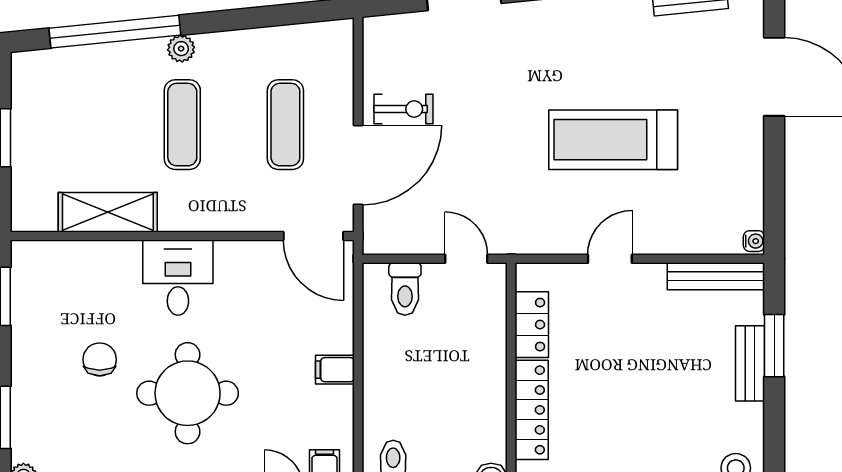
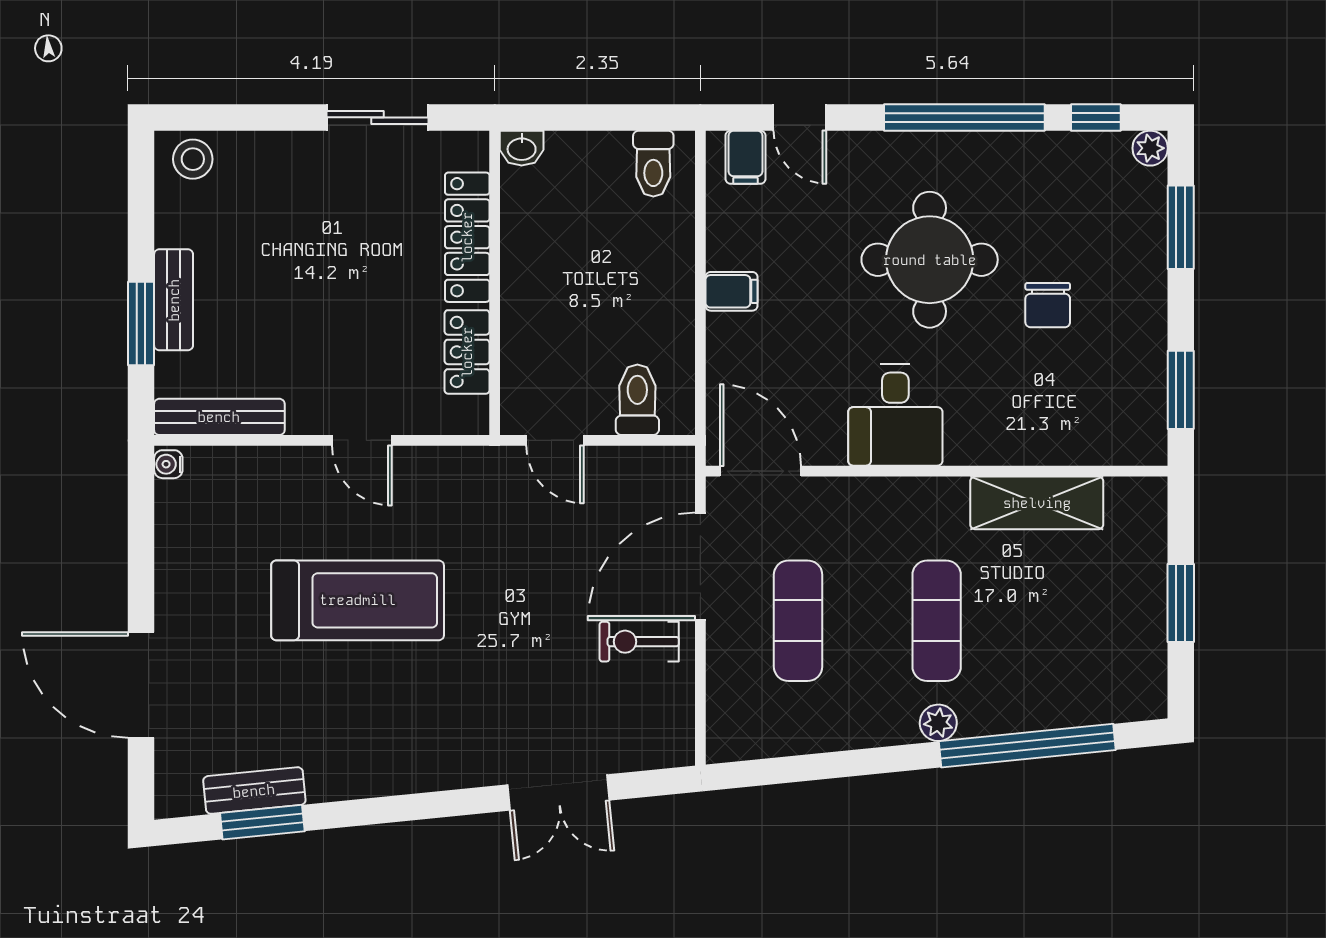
door: (610, 259) -> (362, 440), hinge flipped
desk: (178, 278) -> (895, 415), moved

